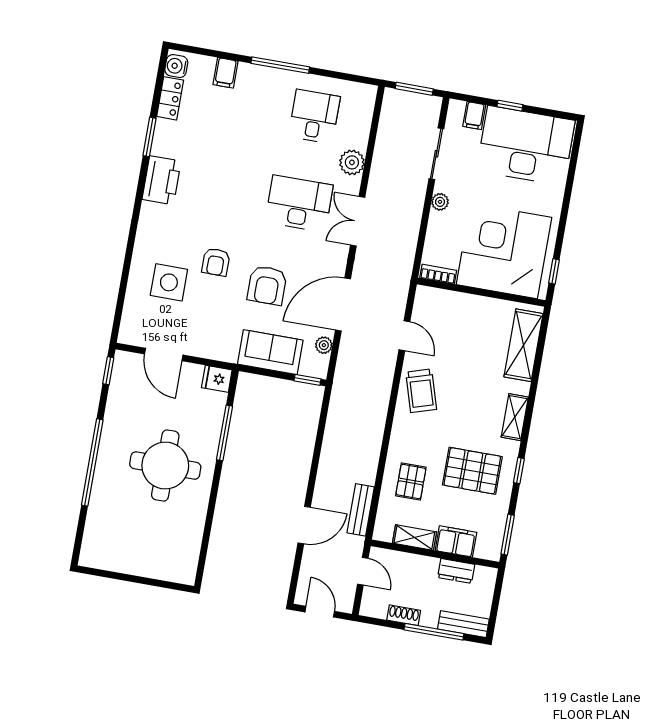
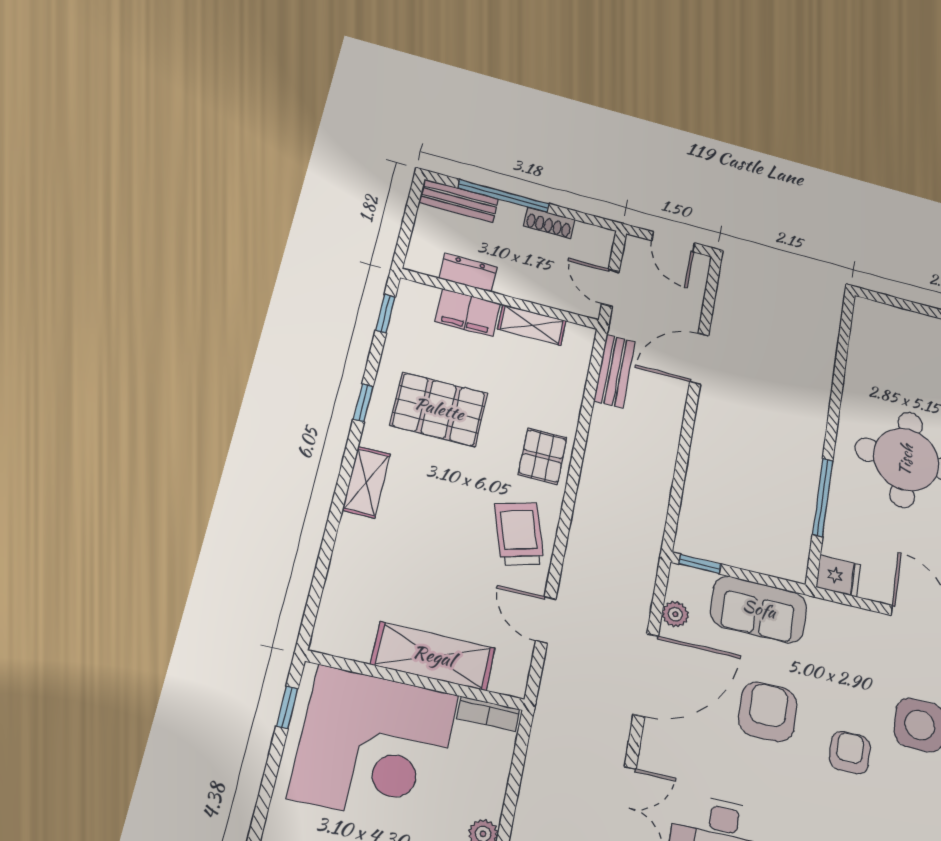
shelving: (524, 345) -> (433, 656), moved, turned 90
pallet: (411, 481) -> (543, 456), moved
window: (508, 535) -> (385, 314), width x0.67

